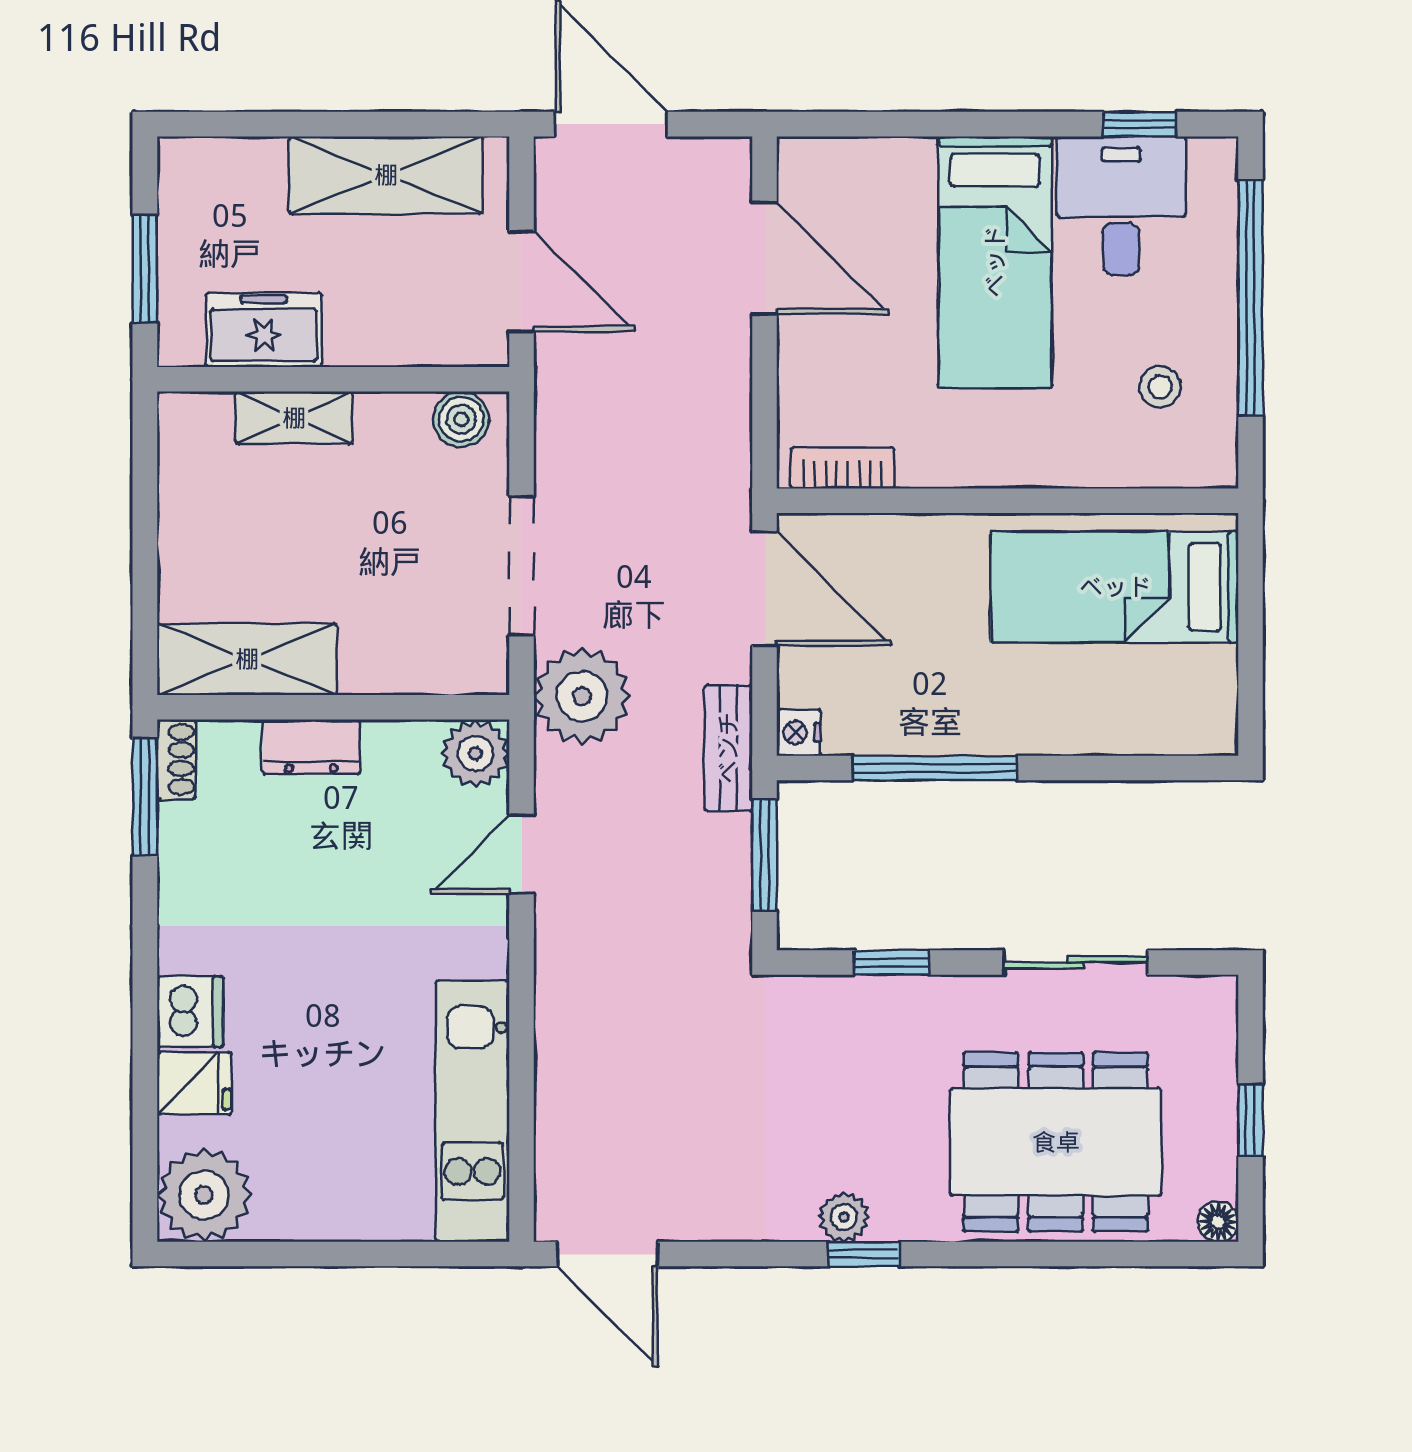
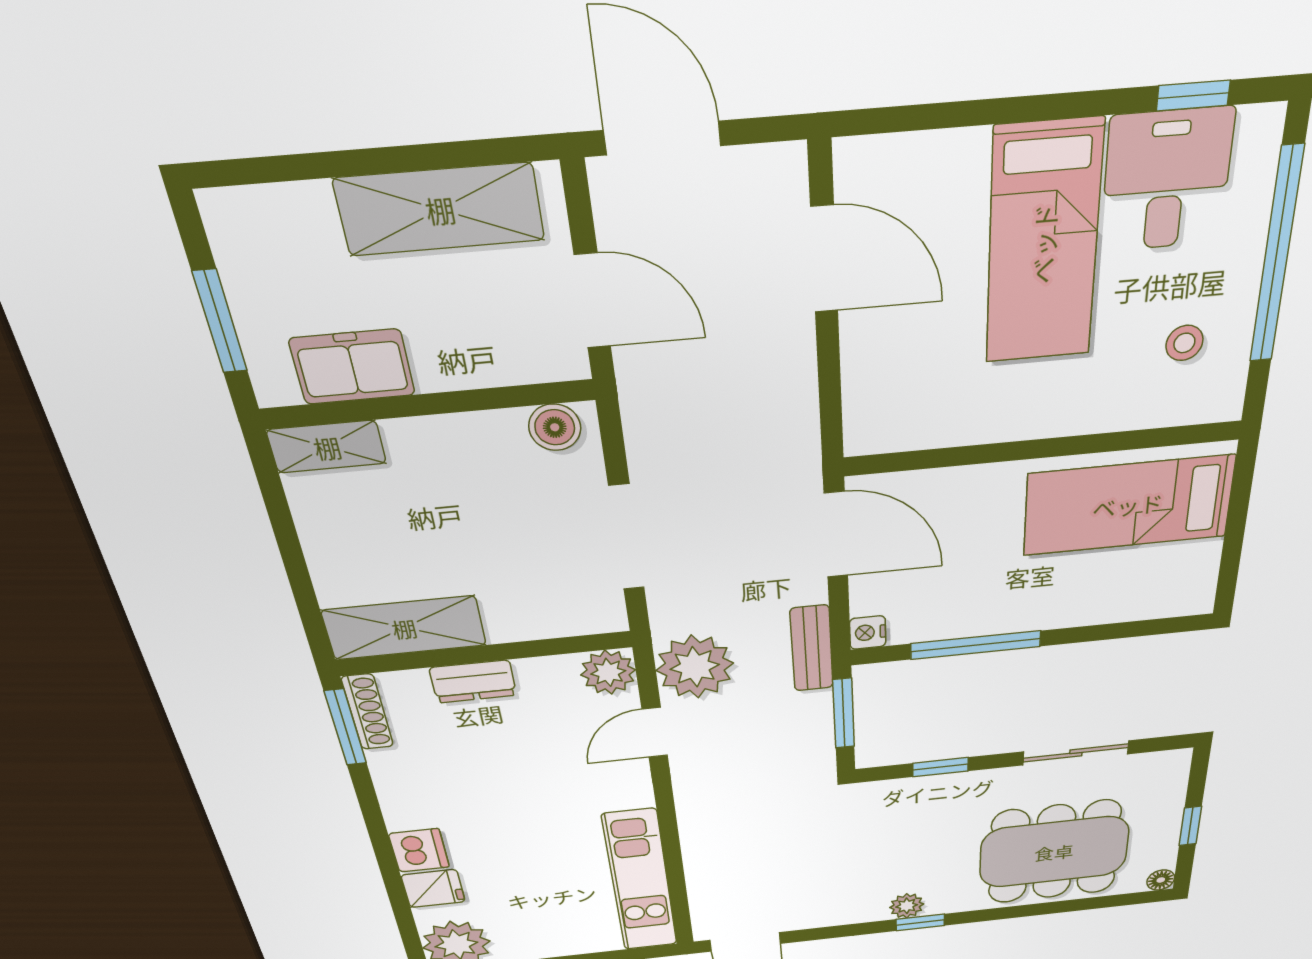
shelving: (294, 418) -> (327, 447), moved
bookcase: (843, 468) -> (901, 436), removed
plant: (582, 696) -> (695, 667), moved
shoe rack: (176, 759) -> (367, 712), width x1.43

